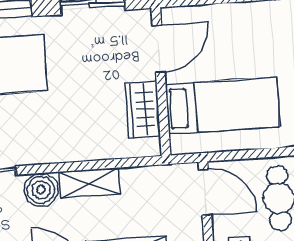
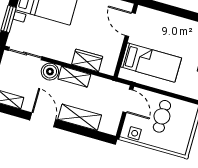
door: (159, 49) -> (130, 24), swing flipped
wardrobe: (143, 110) -> (87, 60), moved, turned 90

